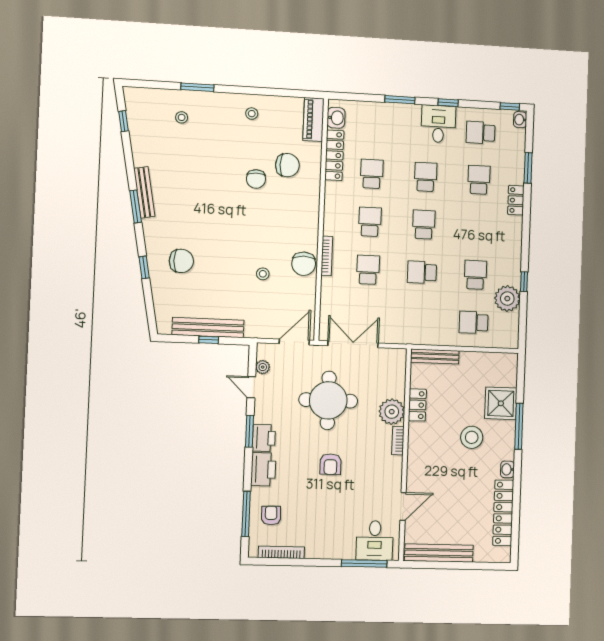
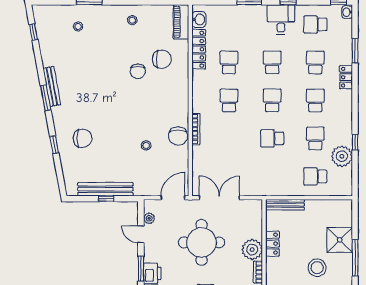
school desk: (368, 270) -> (315, 100), moved

